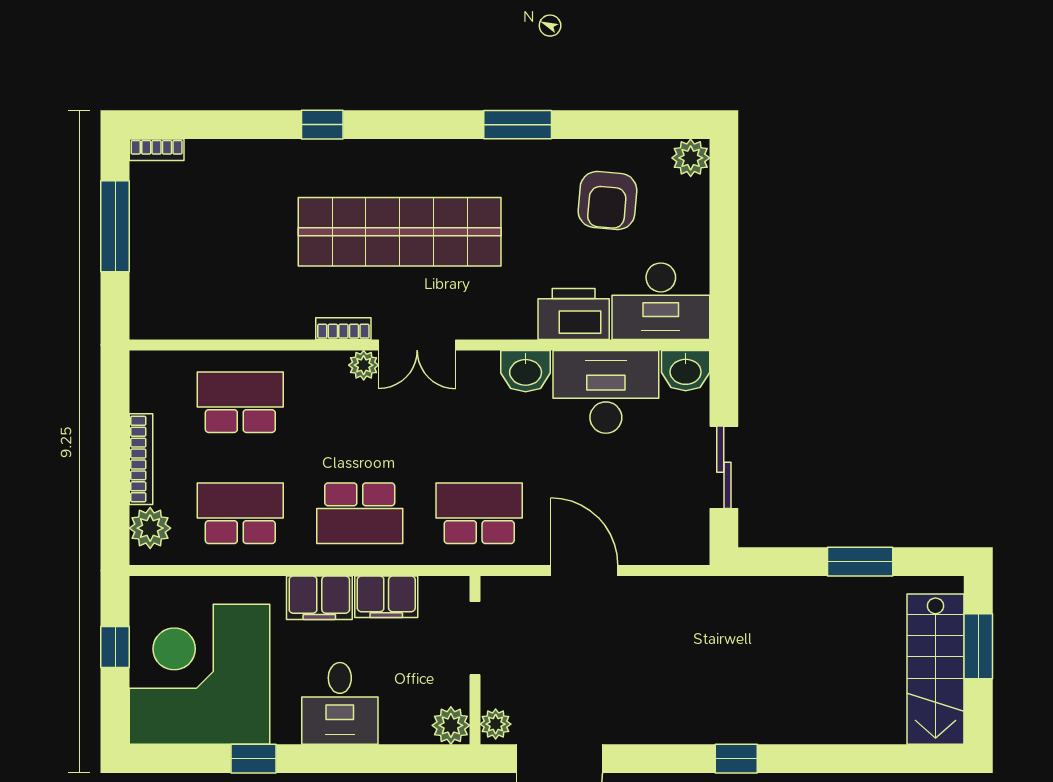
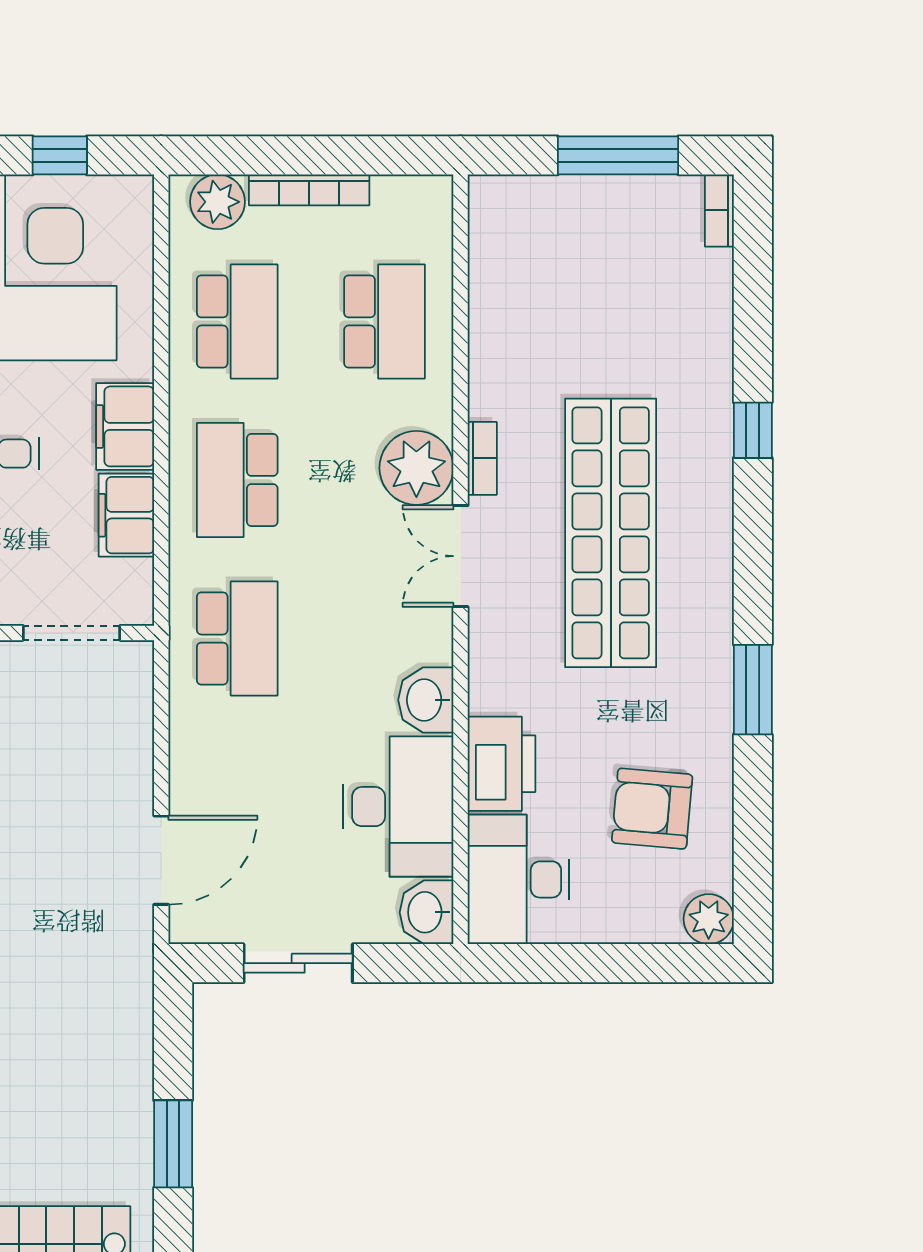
plant: (364, 365) -> (416, 468), width x1.88, depth x1.88
door: (584, 571) -> (161, 860), moved

